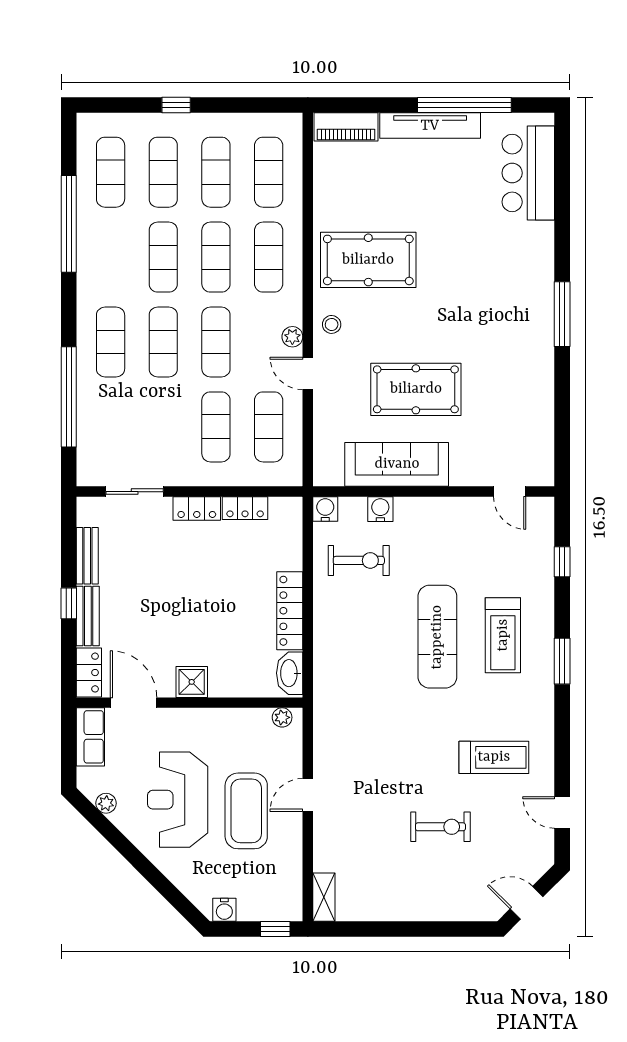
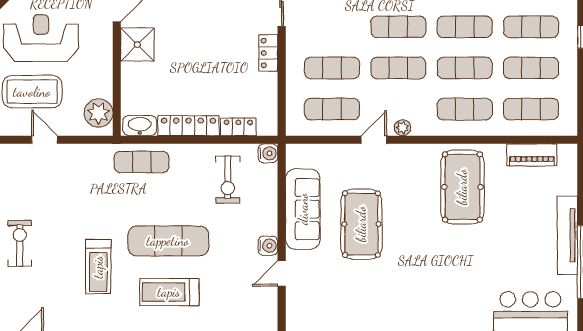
piano: (346, 127) -> (532, 155), moved, turned -90
stool: (332, 324) -> (412, 158), removed
door: (510, 492) -> (282, 273), moved
locker: (245, 508) -> (238, 127), moved, turned 90
water cooler: (380, 509) -> (268, 246), moved
exercise mat: (336, 671) -> (142, 162), added
shower: (192, 682) -> (137, 45), width x1.36, depth x1.36
plant: (282, 717) -> (98, 113), width x1.88, depth x1.88
treadmill: (494, 757) -> (98, 267), moved
exercise bike: (440, 827) -> (20, 243), turned 180

